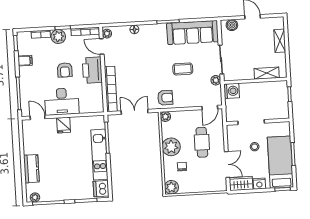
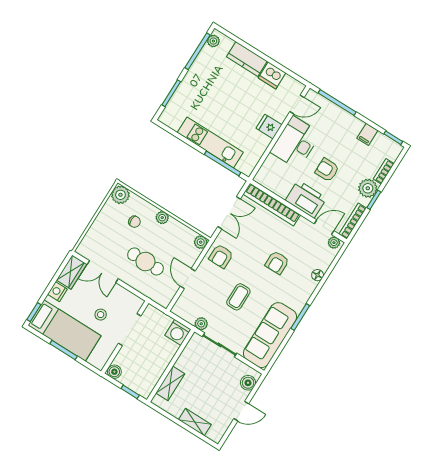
armchair: (144, 60) -> (277, 263), added
door: (210, 108) -> (188, 279), moved
boiler: (284, 113) -> (114, 372), added
plant: (171, 147) -> (162, 218), width x0.53, depth x0.53
dishwasher: (101, 189) -> (272, 75), moved, turned 180

